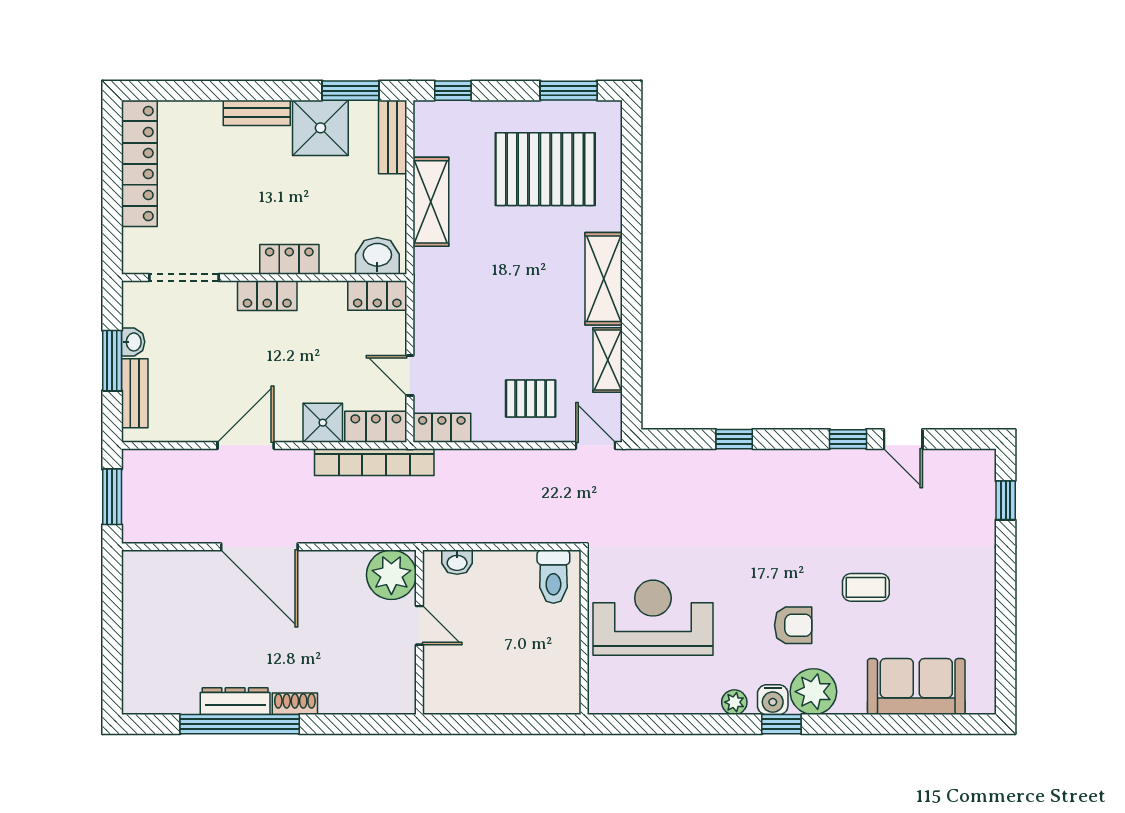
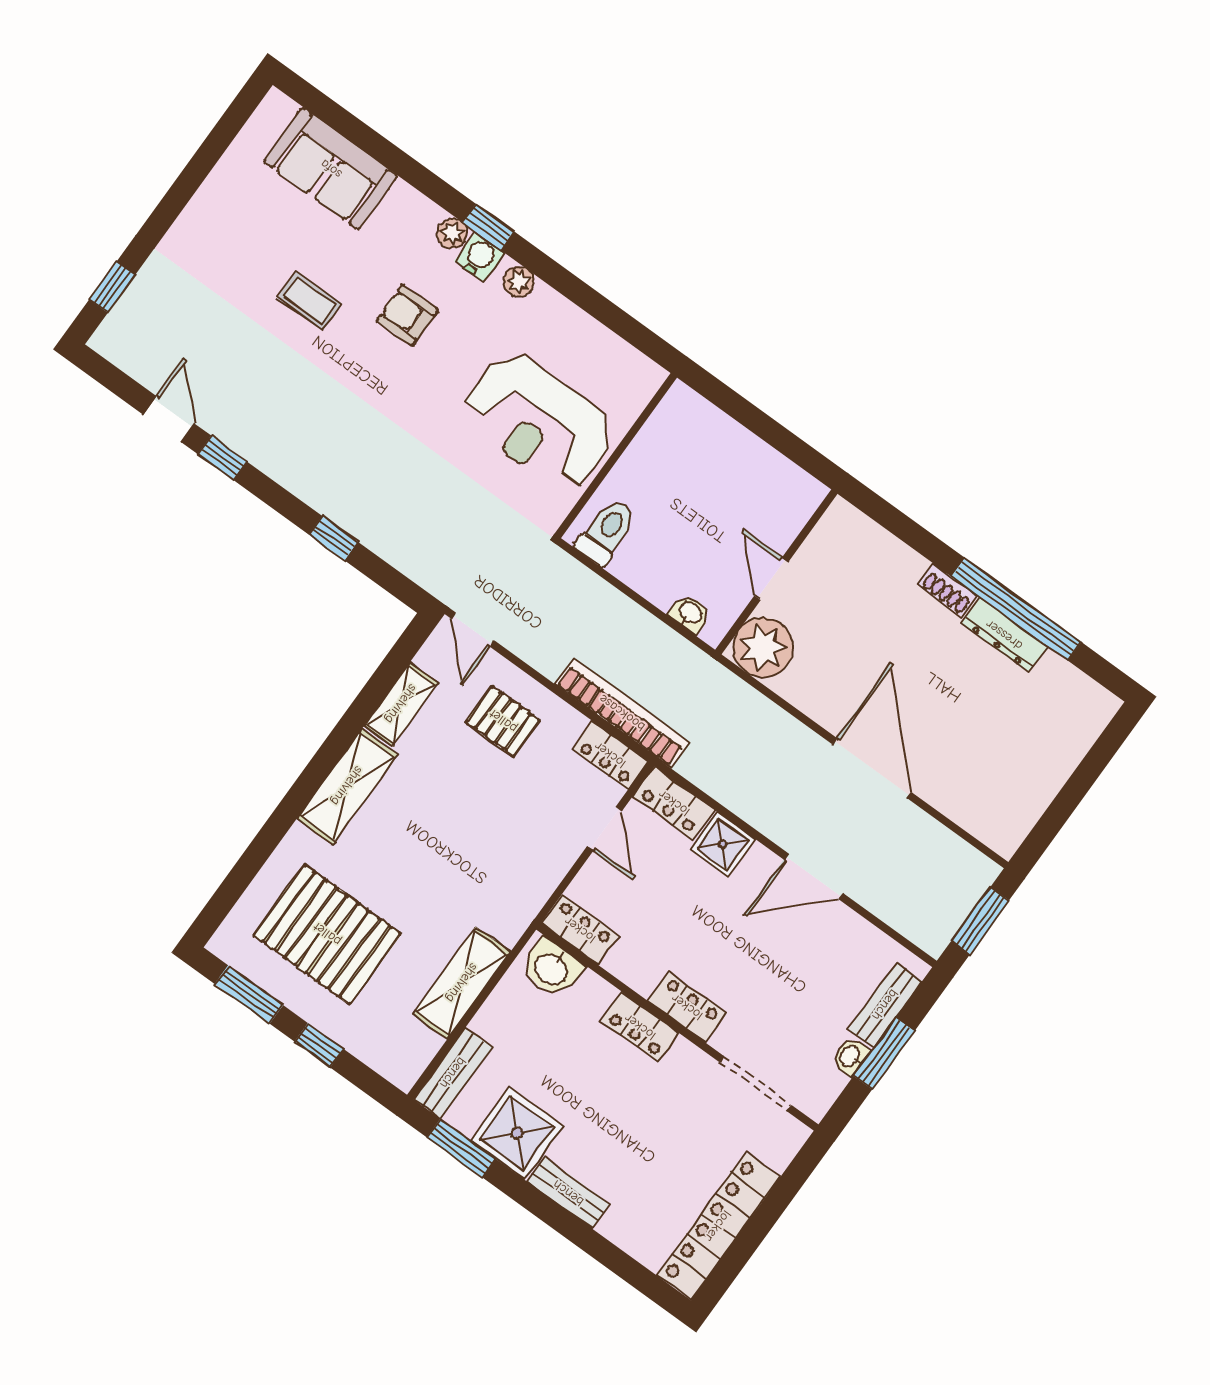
window: (453, 91) -> (319, 1045), moved
bookcase: (374, 462) -> (622, 713), moved
plant: (813, 692) -> (452, 233), width x0.53, depth x0.53

